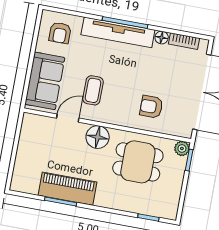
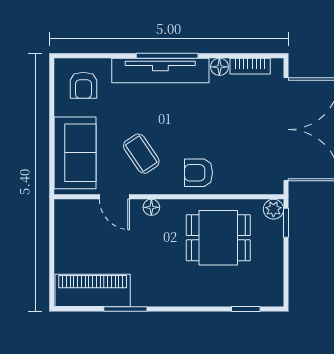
coffee table: (93, 90) -> (141, 154), turned -34
armchair: (151, 107) -> (199, 173), moved
door: (68, 118) -> (114, 197), swing flipped
floor lamp: (98, 137) -> (151, 207), width x0.53, depth x0.53
piano: (67, 189) -> (93, 290), moved

